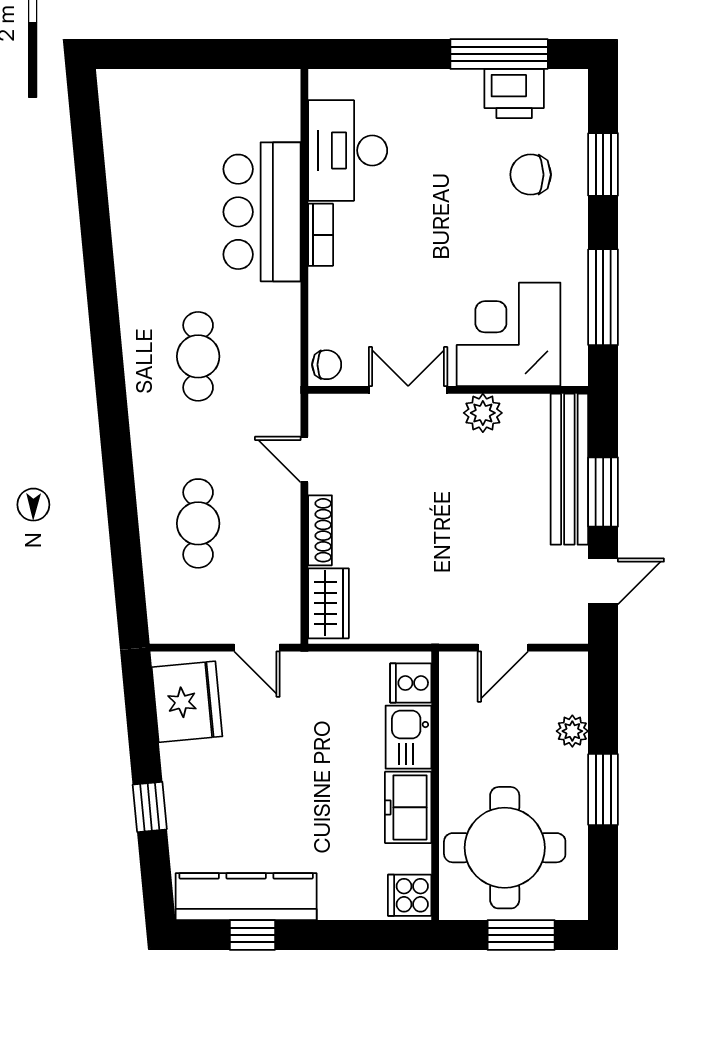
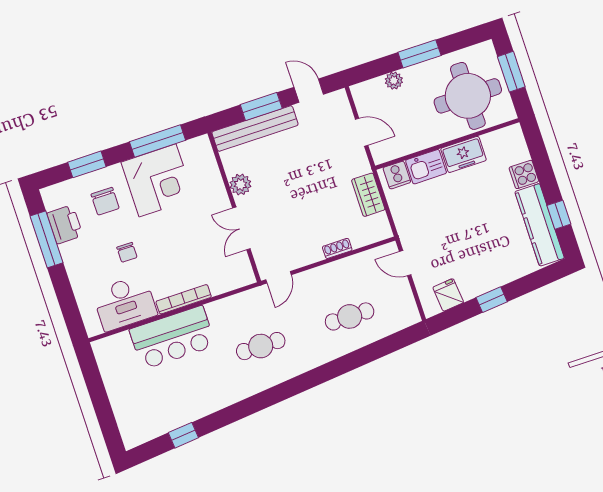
window: (91, 175) -> (183, 435), added
bookcase: (321, 235) -> (184, 299), width x1.56
corner desk: (509, 334) -> (158, 180), moved, turned -90
chair: (327, 365) -> (127, 252), moved, turned 180
door: (304, 460) -> (279, 277), moved
shoe rack: (320, 530) -> (337, 248), width x0.70
wardrobe: (328, 603) -> (368, 195), moved, turned -90
door: (257, 648) -> (405, 263), swing flipped
fridge: (187, 702) -> (448, 295), width x0.53, depth x0.75
window: (150, 807) -> (492, 300), moved
cooker: (410, 895) -> (524, 174), moved, turned 90

